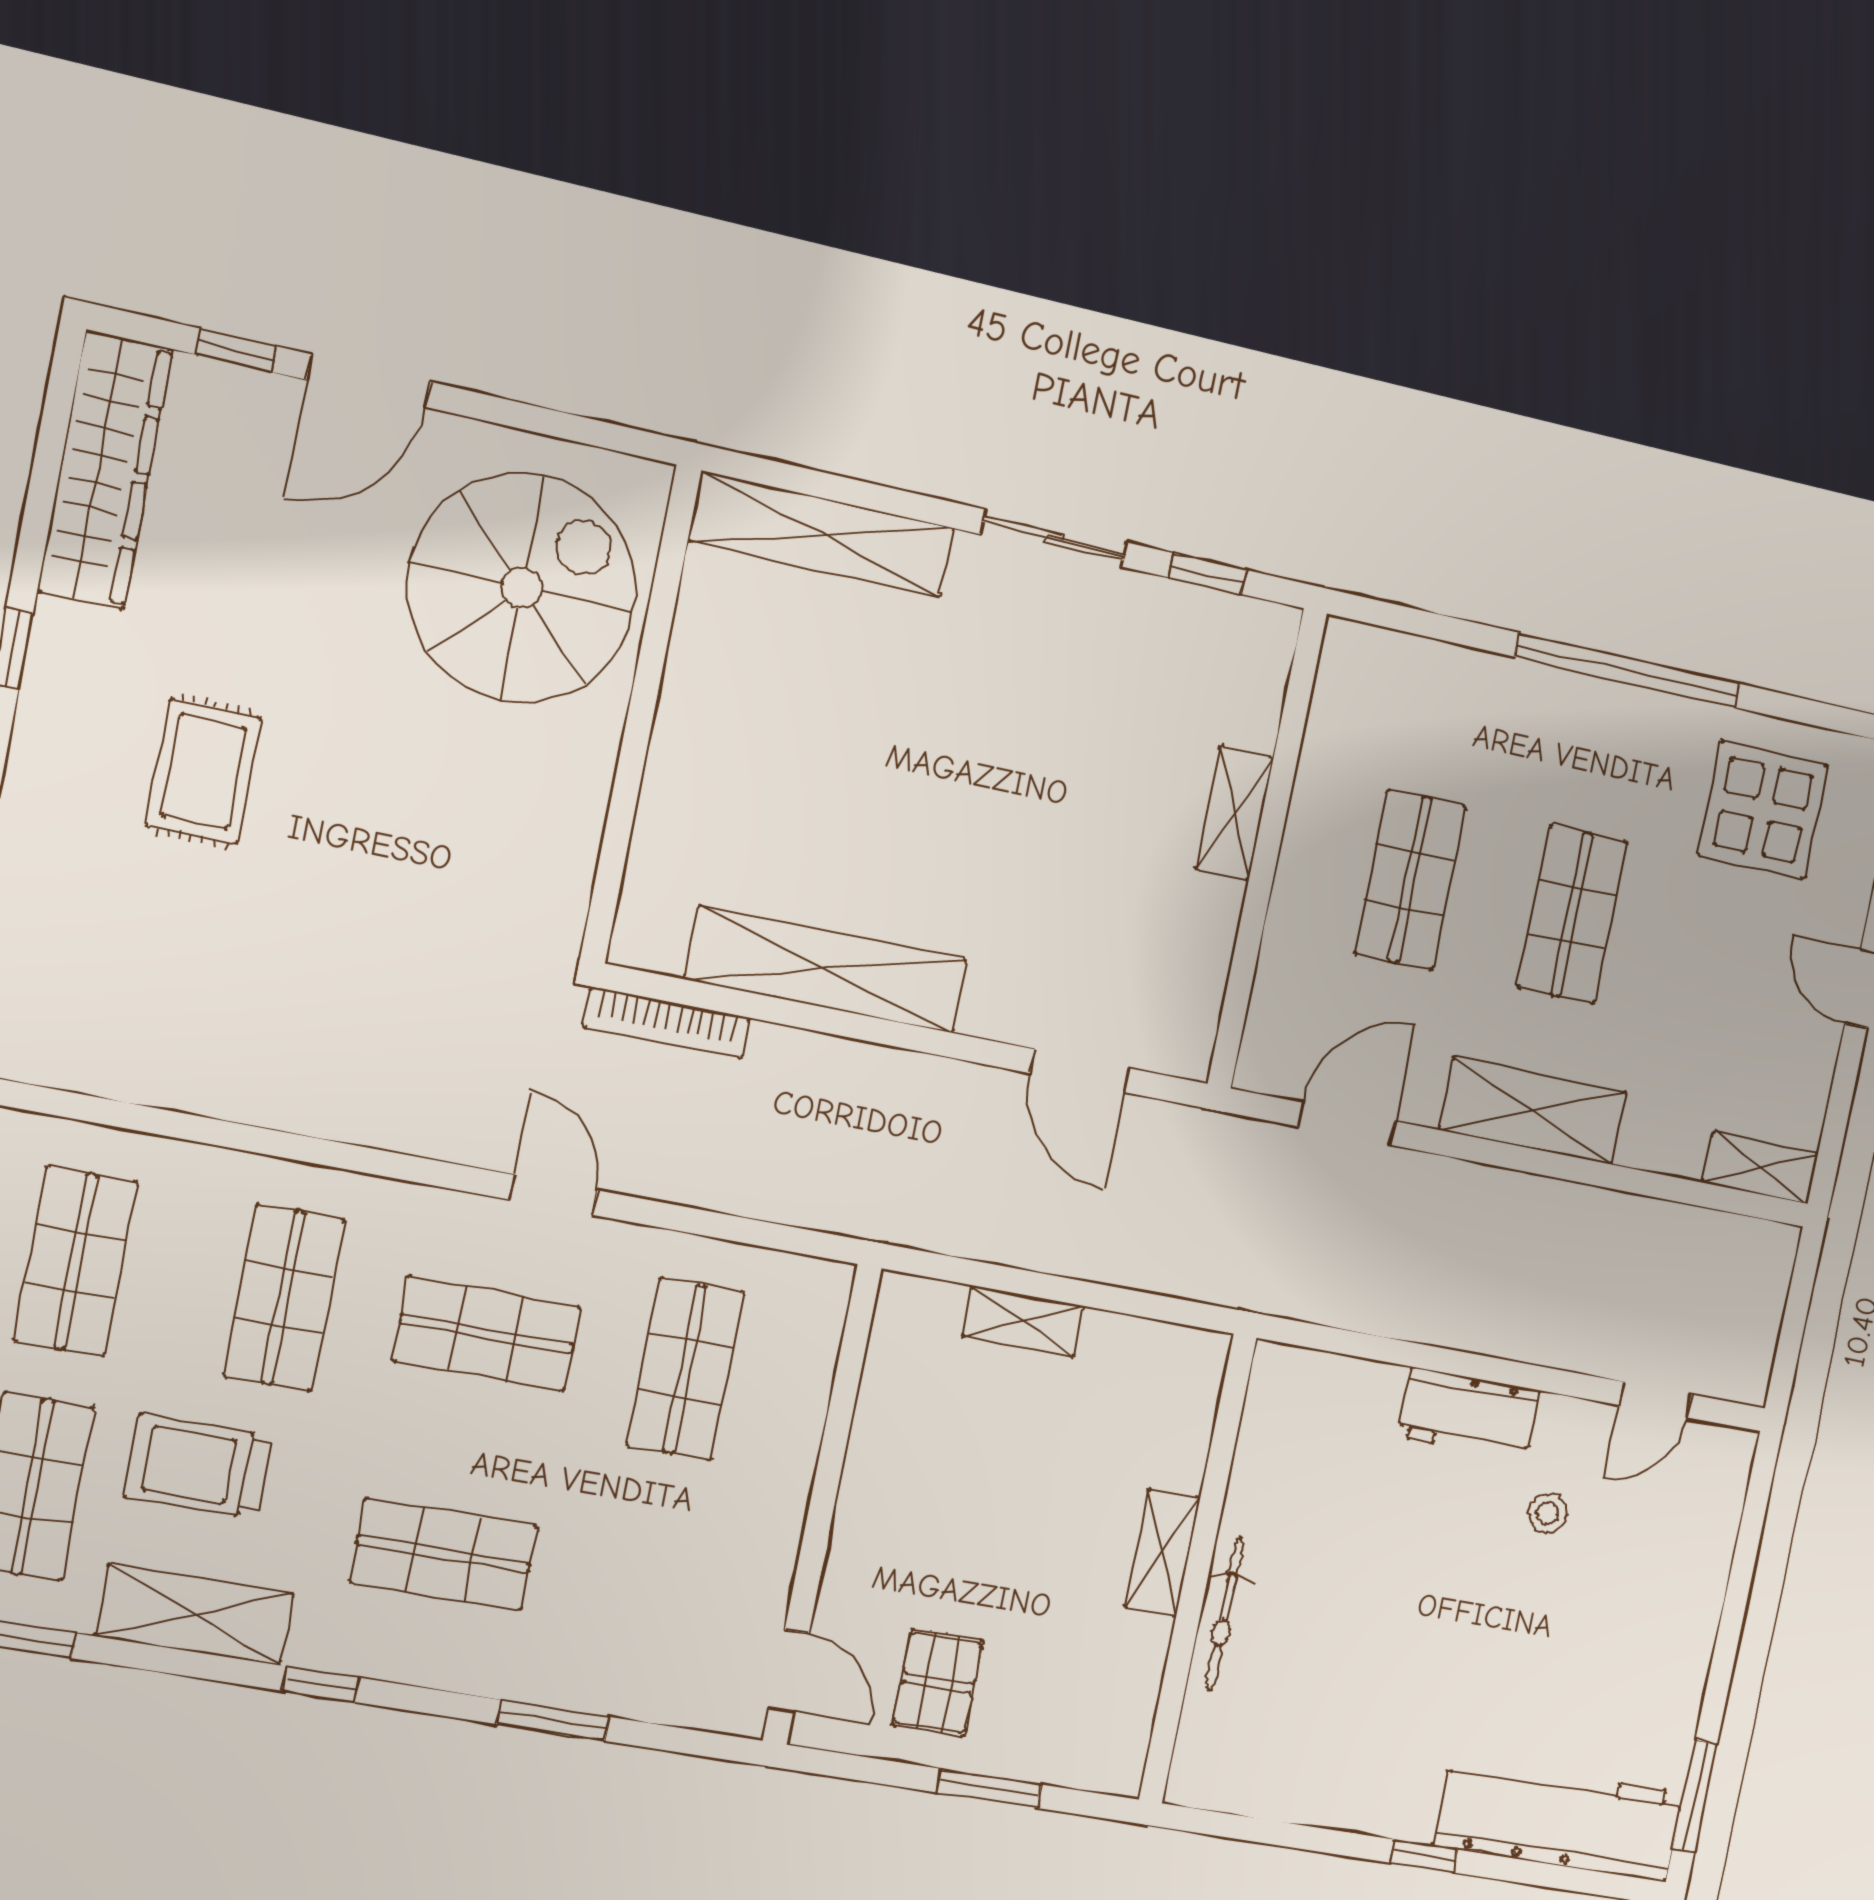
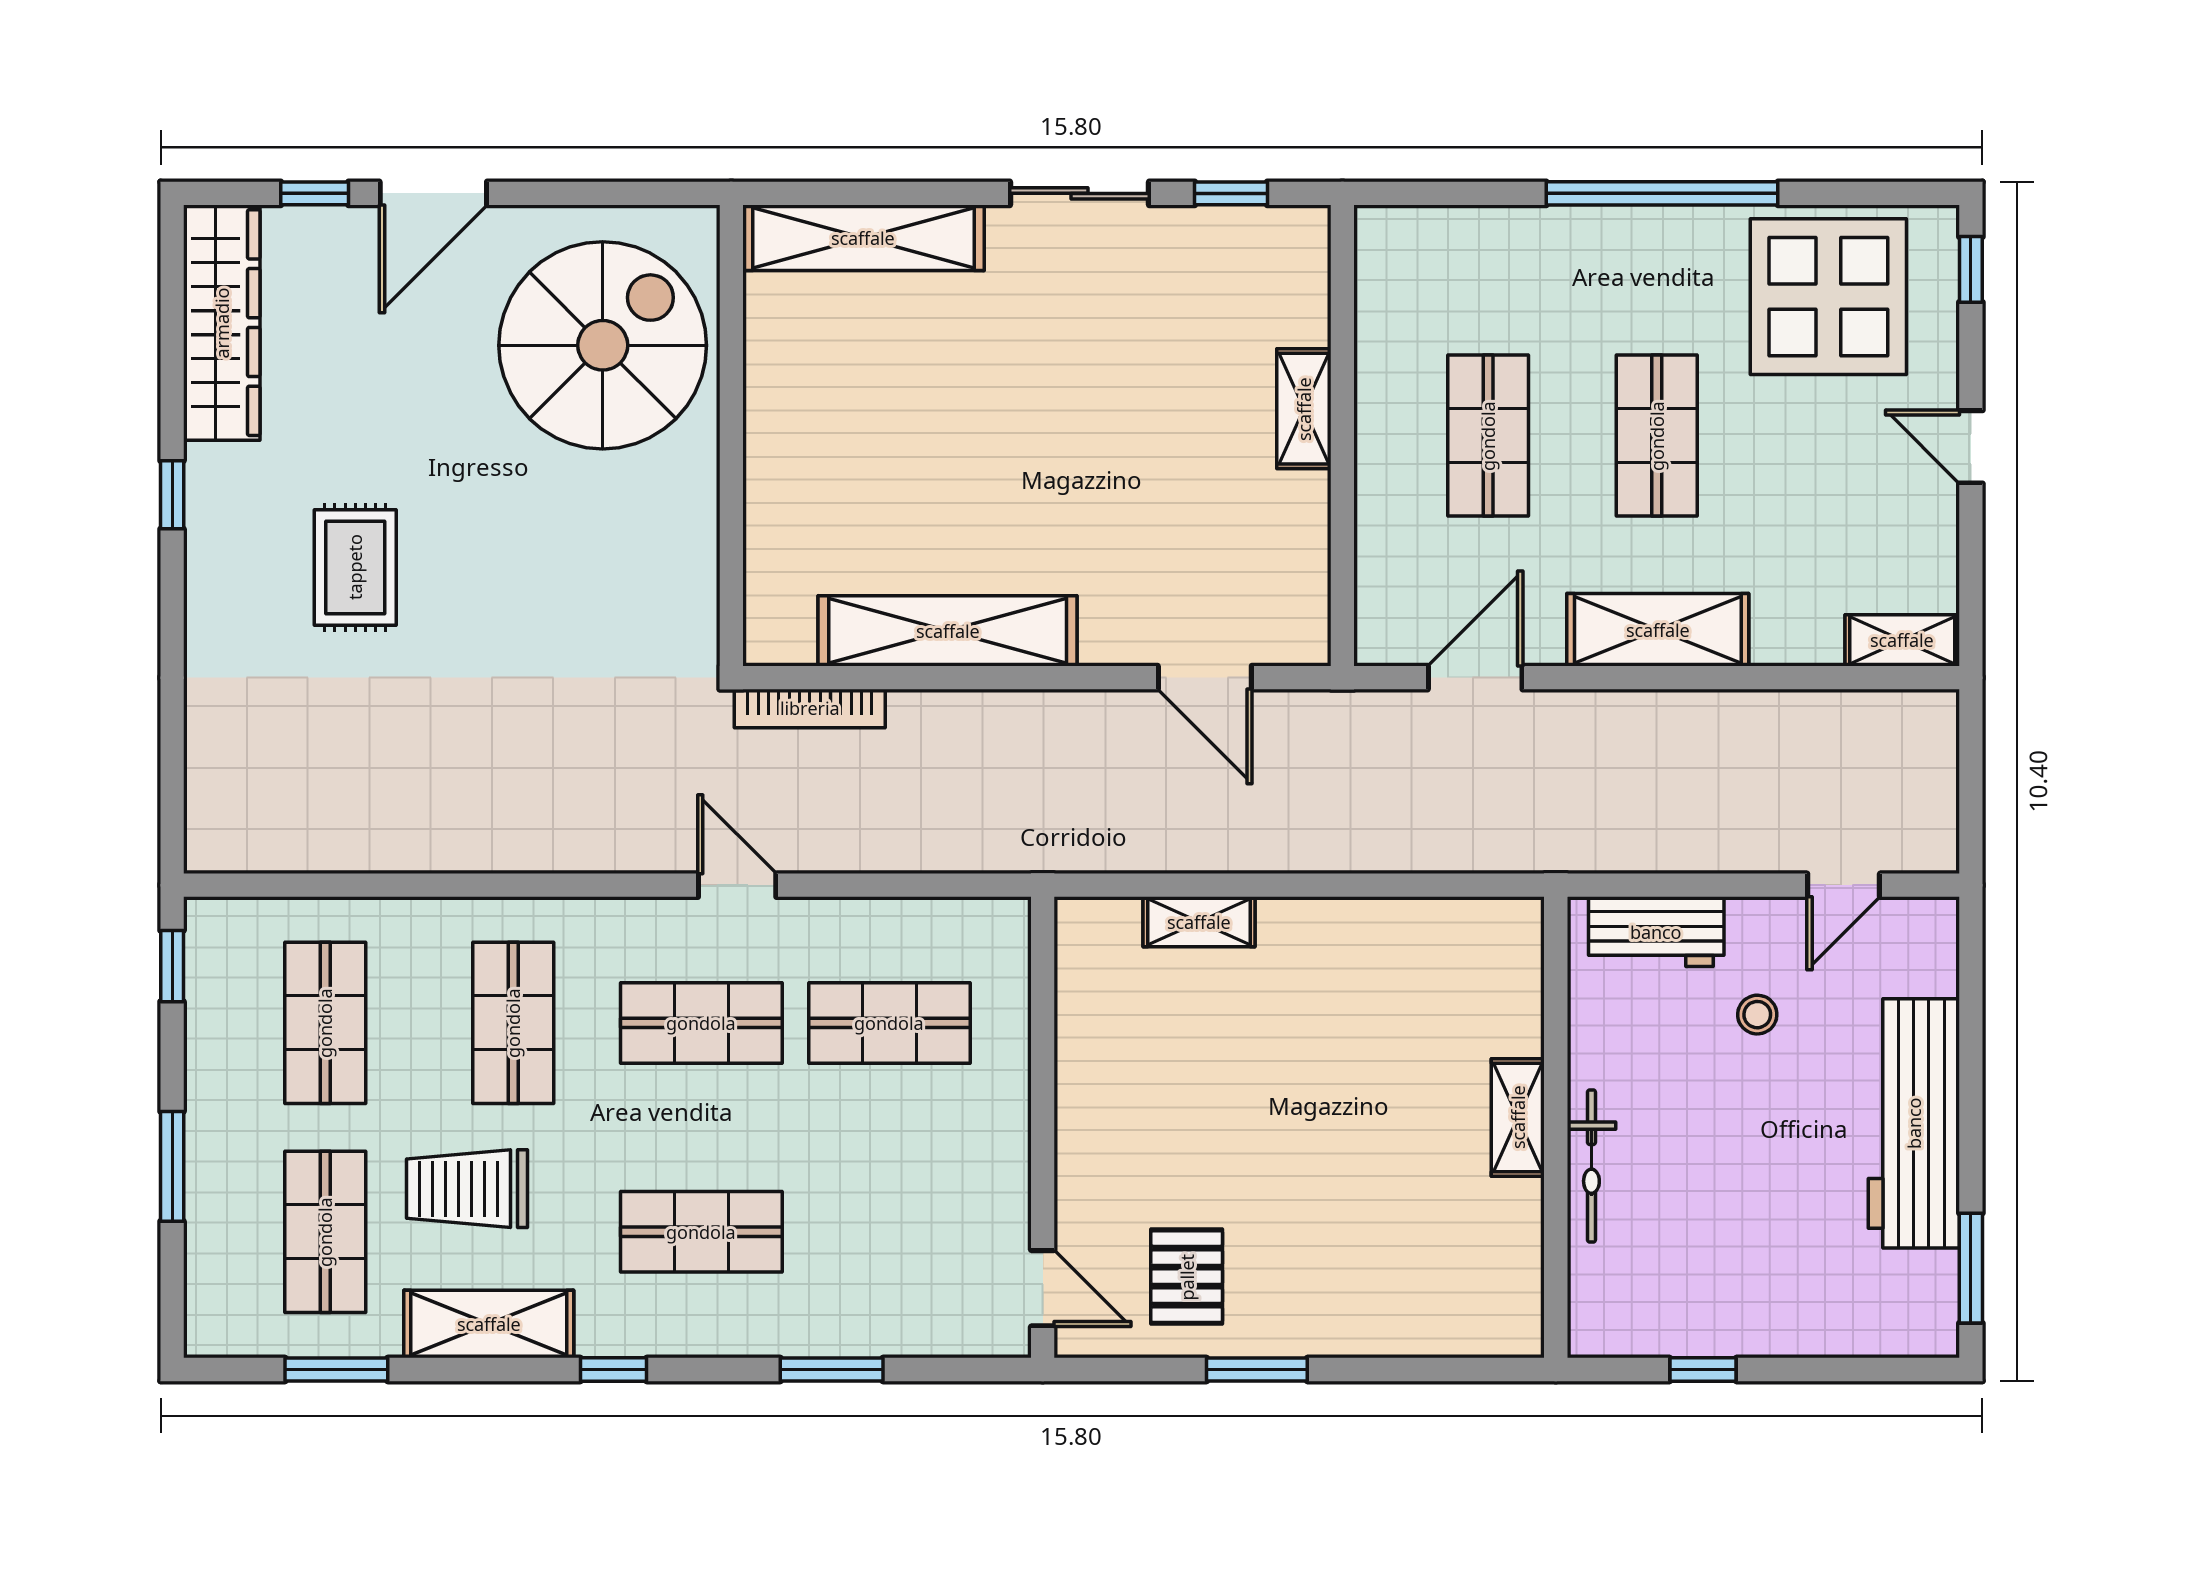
display table: (1763, 810) -> (1828, 297), width x1.36, depth x1.36
shop shelf: (685, 1369) -> (889, 1023), turned 90
shelving: (1162, 1553) -> (1518, 1117), moved
wall: (1198, 1569) -> (1556, 1127), moved
bicycle: (1225, 1614) -> (1591, 1166), moved
workbench: (1559, 1819) -> (1914, 1123), moved, turned -90

